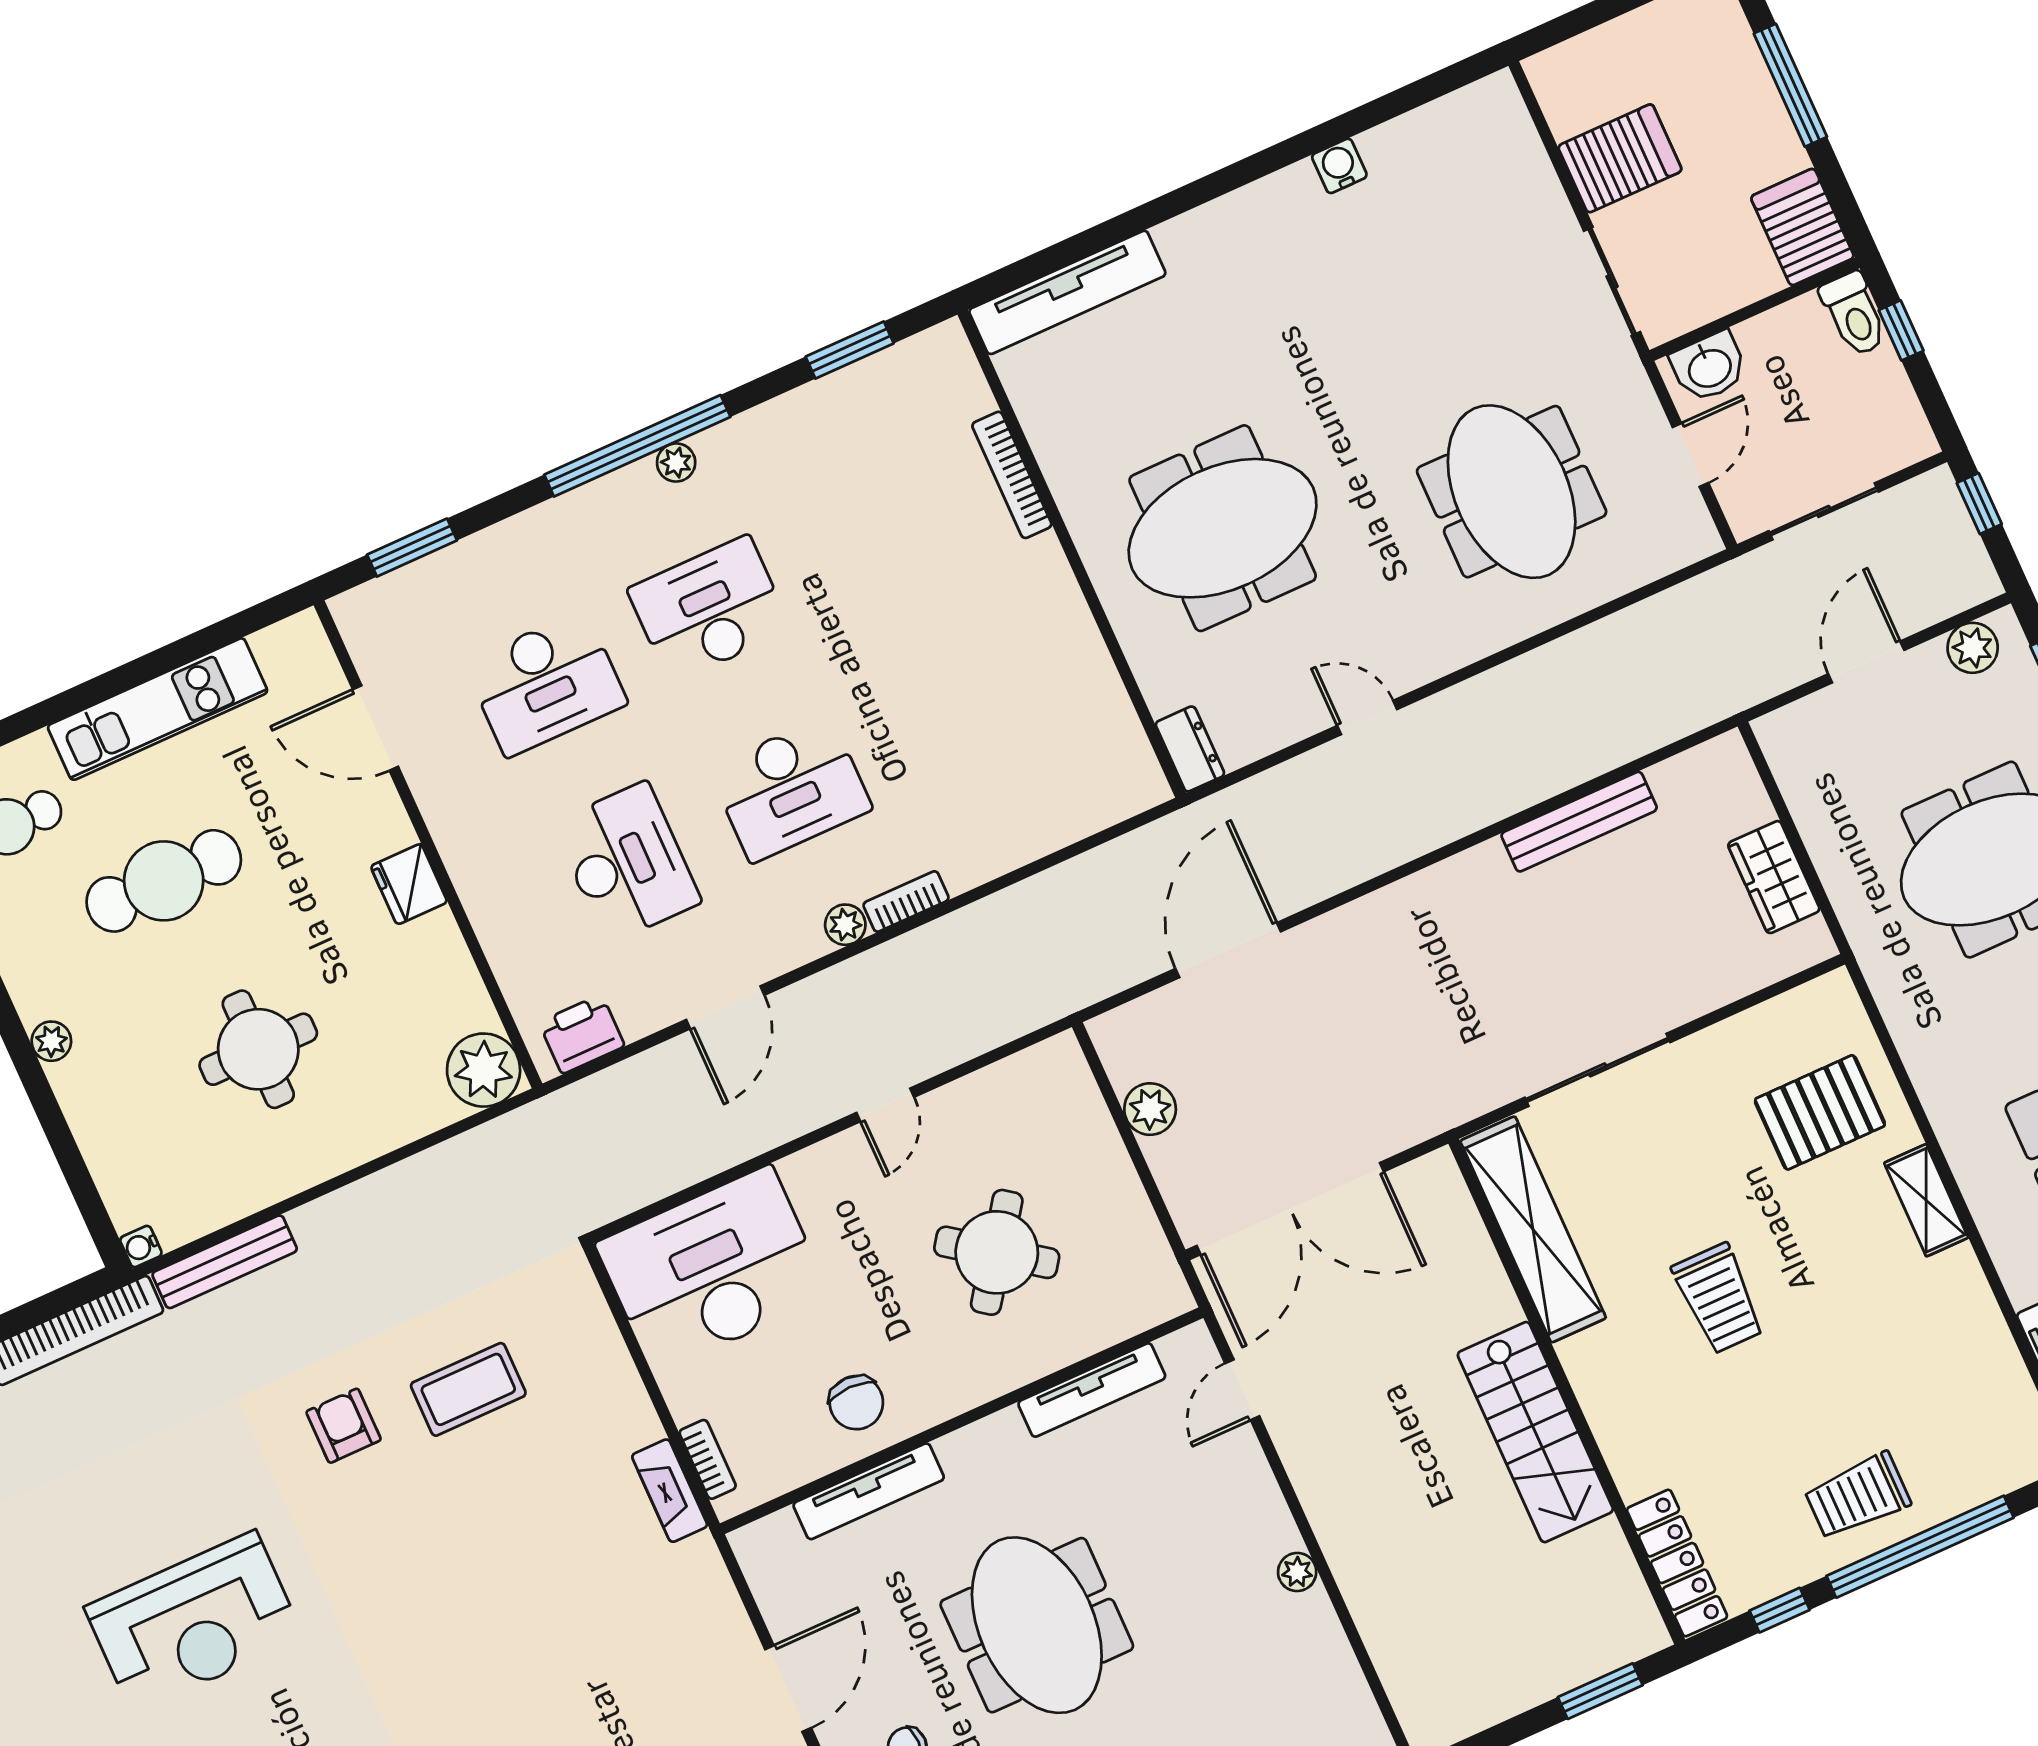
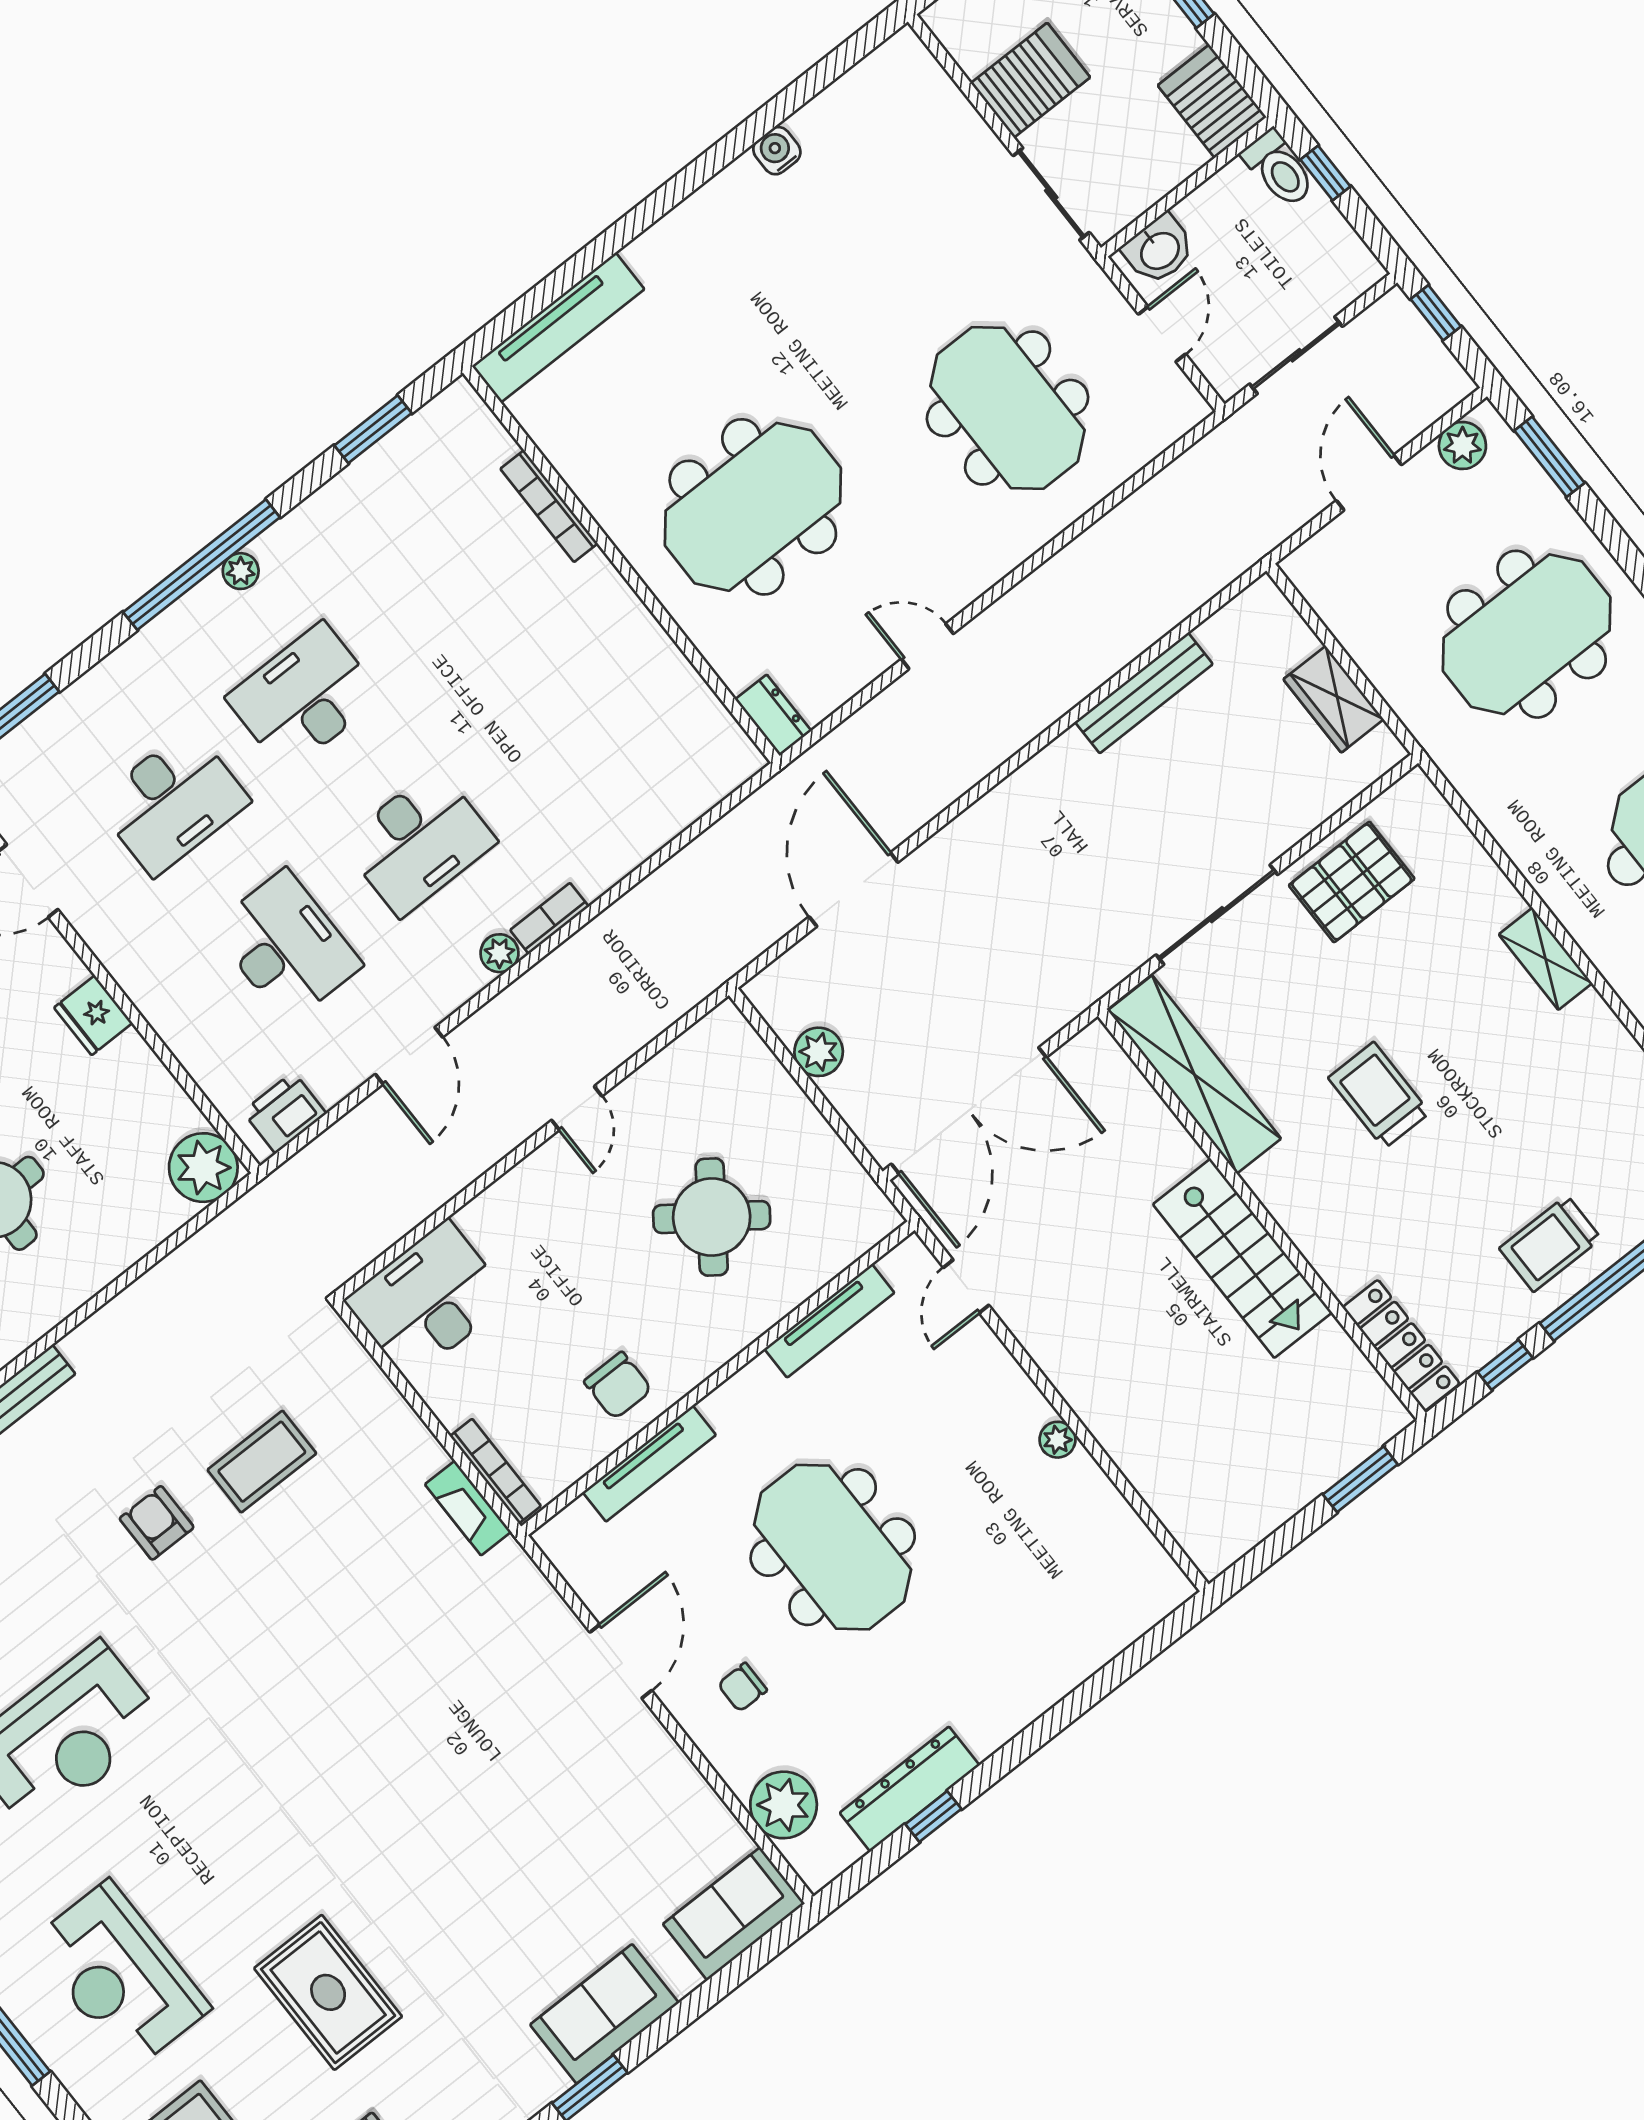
pallet: (1820, 1112) -> (1352, 882), moved
desk: (712, 1270) -> (428, 1300), width x0.73, depth x0.77
trolley: (1719, 1298) -> (1379, 1095), turned 180
bookcase: (708, 1459) -> (496, 1471), width x1.56

